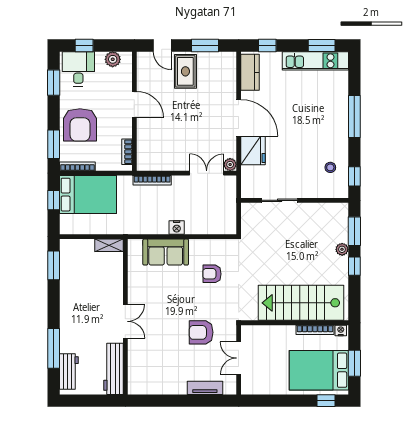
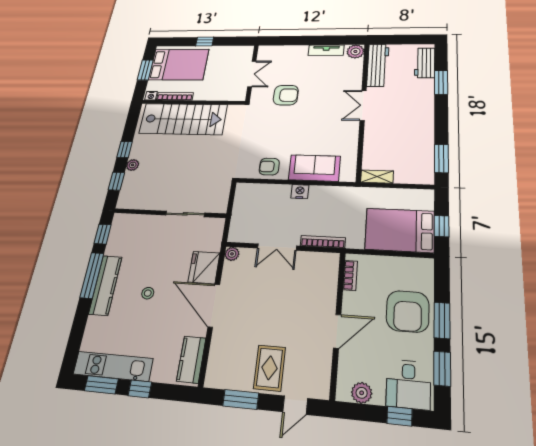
door: (162, 45) -> (295, 405), swing flipped
window: (267, 45) -> (140, 389), moved
door: (134, 105) -> (337, 331), swing flipped
window: (354, 117) -> (92, 275), moved
armchair: (80, 125) -> (408, 311), turned 180
kitchen counter: (339, 129) -> (105, 285), added
window: (54, 144) -> (442, 320), moved
bookcase: (77, 166) -> (412, 262), removed
stool: (330, 167) -> (148, 293), moved
double door: (207, 173) -> (277, 247), moved
window: (354, 231) -> (116, 181), width x0.67
armchair: (212, 274) -> (269, 167), moved, turned 180
window: (54, 348) -> (441, 82), width x0.69
plant: (136, 386) -> (355, 51), added
tv unit: (205, 388) -> (326, 50), moved
window: (326, 401) -> (205, 41), moved

